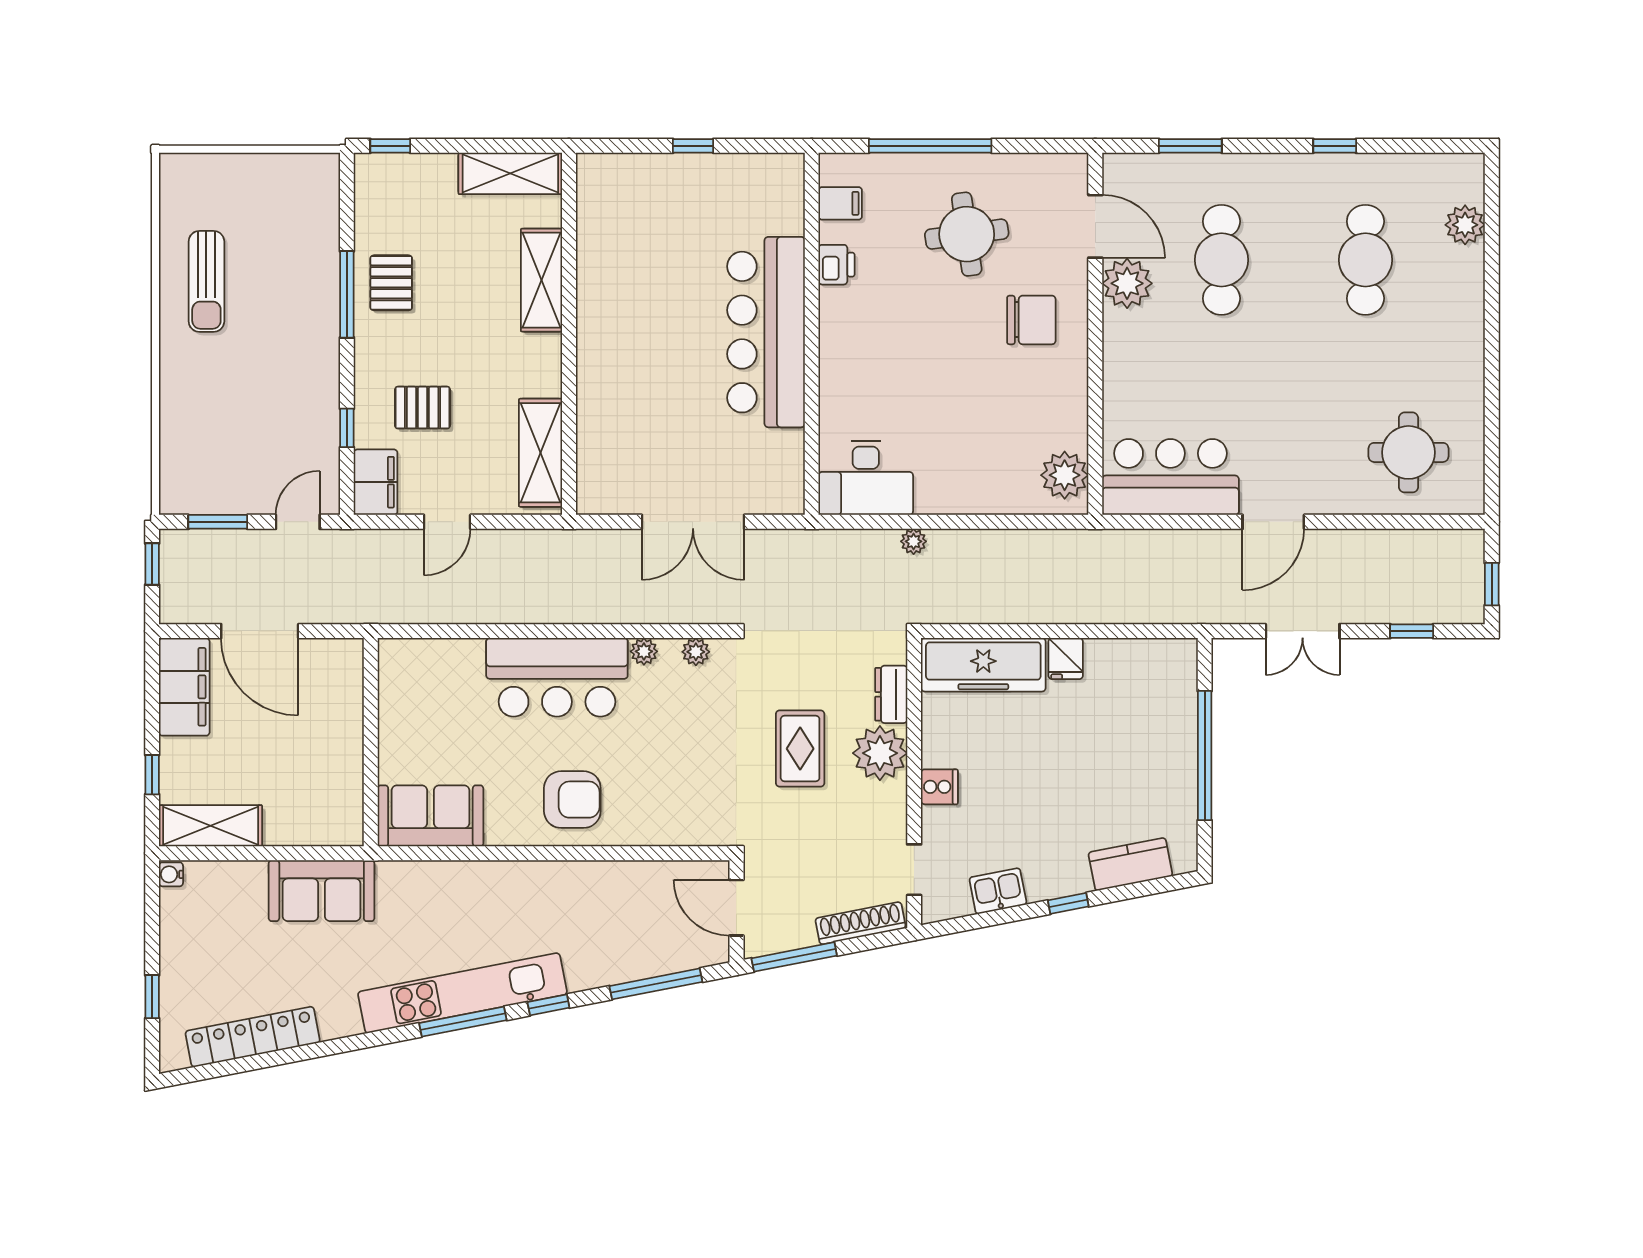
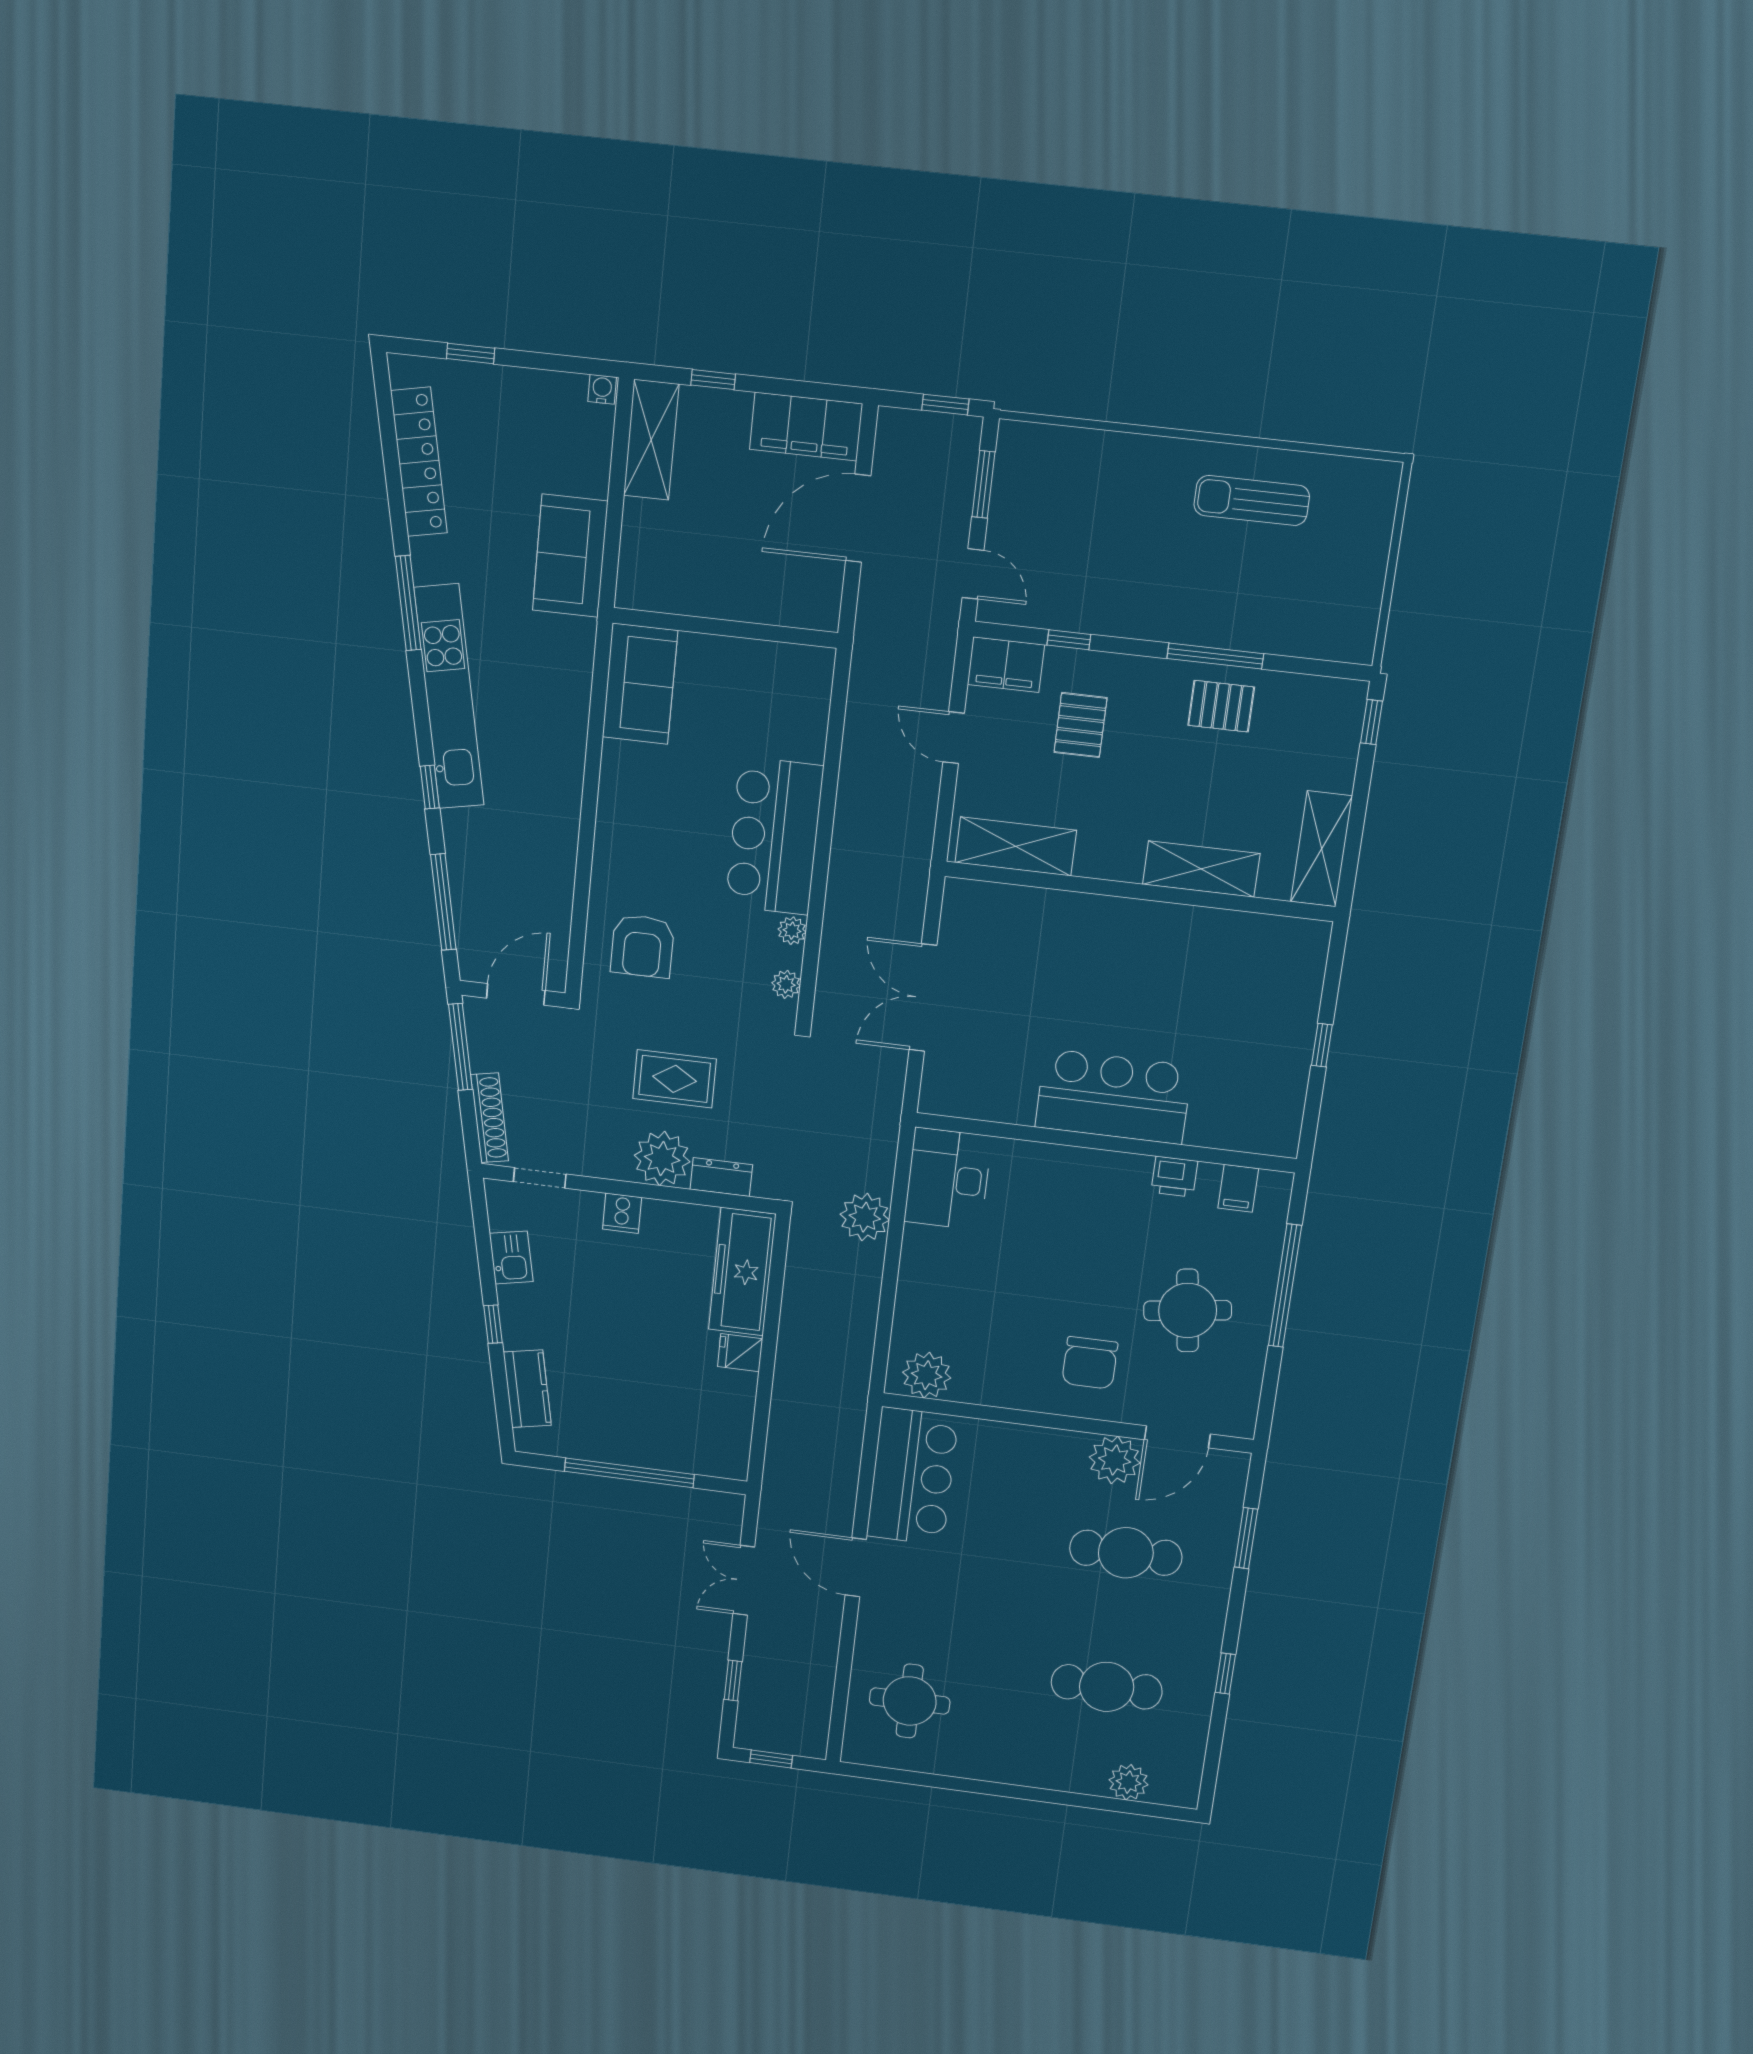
bar counter: (766, 332) -> (1113, 1097), width x0.73
plant: (914, 541) -> (865, 1217), width x1.88, depth x1.88
armchair: (572, 800) -> (642, 946), moved
window: (463, 1022) -> (408, 603), moved

